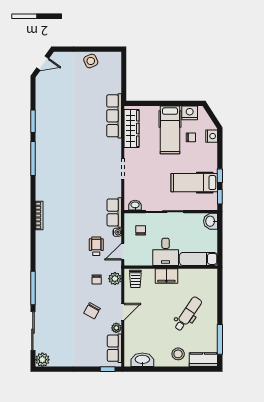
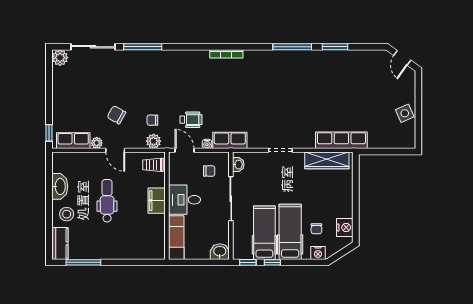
hospital bed: (170, 130) -> (290, 232), moved, turned 90
dental chair: (188, 314) -> (107, 201), moved, turned -124
washbasin: (142, 360) -> (60, 186), moved

